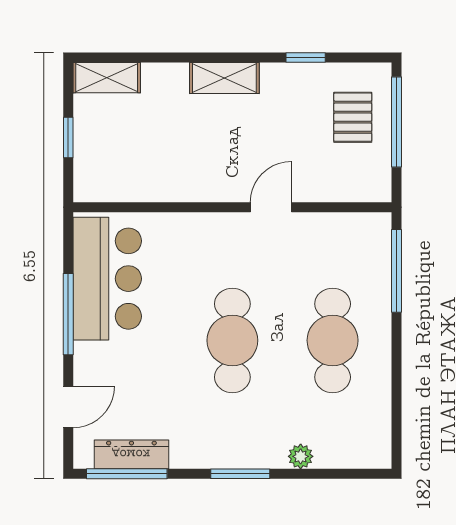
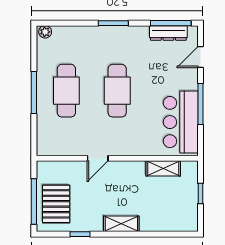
shelving: (107, 78) -> (163, 168), moved
pallet: (353, 117) -> (56, 204), width x1.50, depth x1.42
window: (397, 271) -> (34, 93), moved
plant: (301, 456) -> (45, 32), moved

